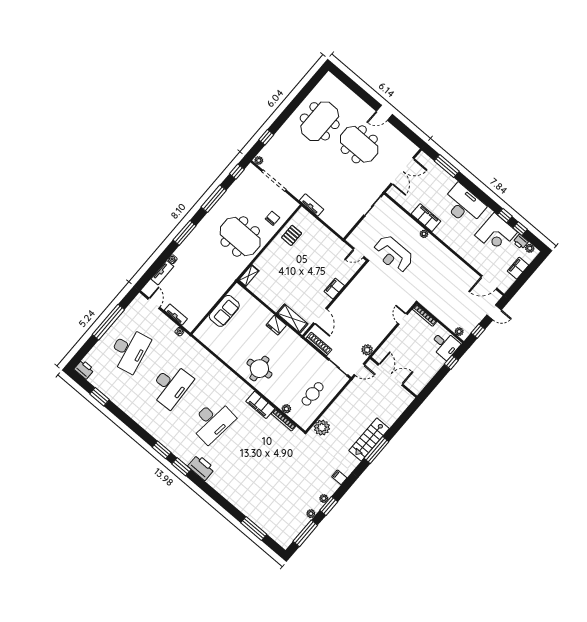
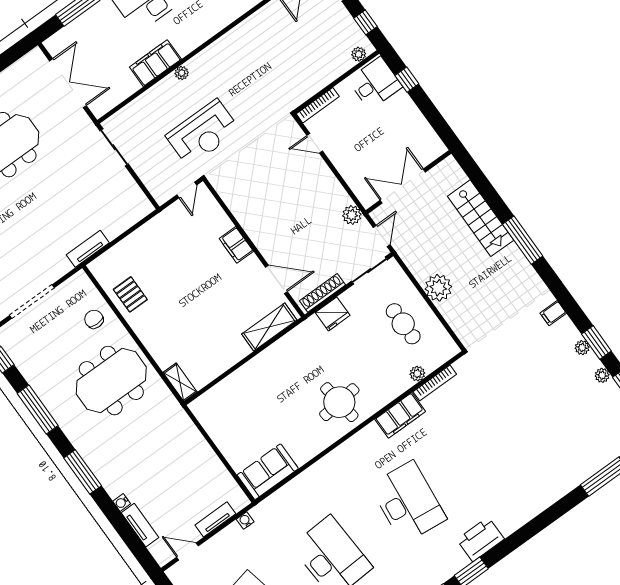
sofa: (224, 311) -> (268, 472), moved, turned -90
fridge: (276, 325) -> (333, 314), moved
plant: (322, 428) -> (438, 288), moved
stairs: (369, 439) -> (481, 218), moved

